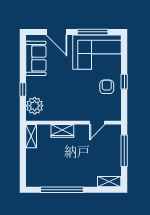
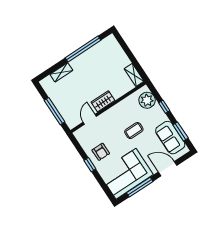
window: (23, 58) -> (181, 132), added
coffee table: (64, 86) -> (134, 131), added
wardrobe: (62, 131) -> (103, 101), moved
shelving: (109, 182) -> (61, 72), moved

